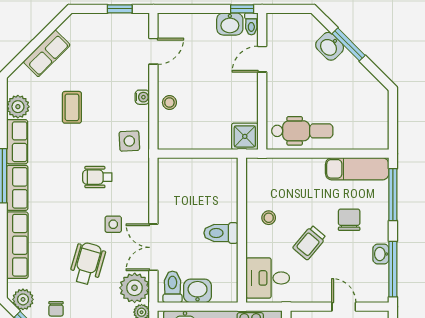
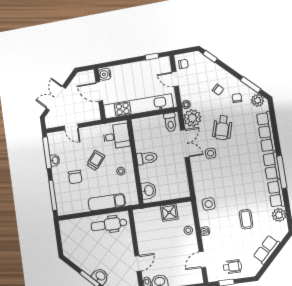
shower: (245, 136) -> (169, 212), moved
exam couch: (357, 169) -> (107, 202), moved
wheelchair: (97, 177) -> (232, 267), moved
washbasin: (198, 291) -> (149, 190), moved, turned -90

